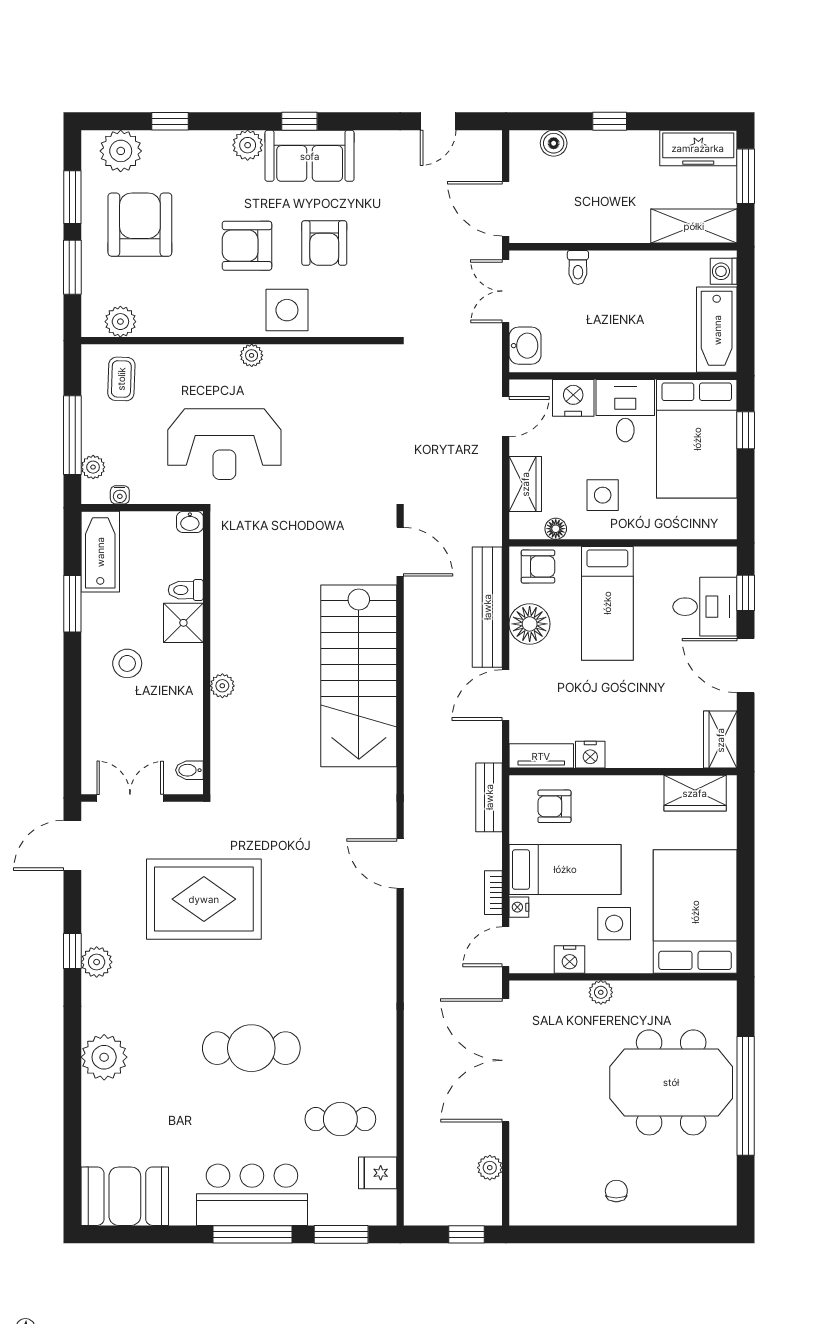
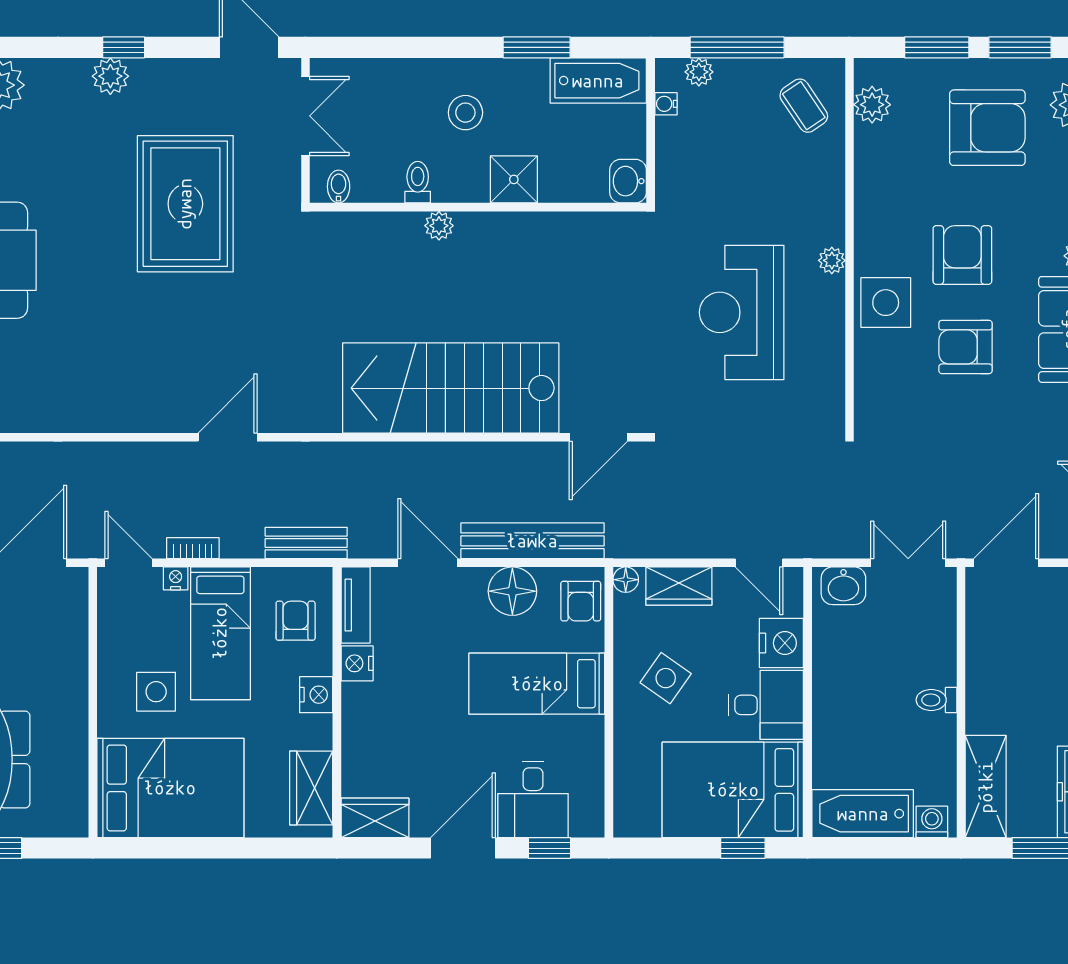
toilet: (578, 267) -> (936, 700), moved
coffee table: (121, 379) -> (804, 106), turned 54
reception desk: (224, 444) -> (742, 312), moved
side table: (603, 495) -> (666, 678), turned 35
washbasin: (190, 522) -> (628, 181), width x1.38, depth x1.45
floor lamp: (556, 529) -> (626, 580), moved
toilet: (186, 590) -> (418, 182), moved
nightstand: (570, 959) -> (316, 695), moved, turned 180
plant: (601, 992) -> (74, 676), removed

